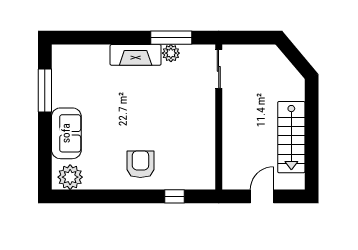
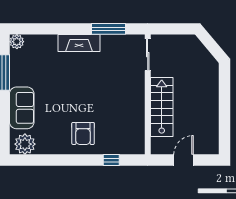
plant: (171, 53) -> (17, 42), moved
stairs: (291, 137) -> (162, 107), moved, turned 180
armchair: (140, 164) -> (83, 133), turned 180

